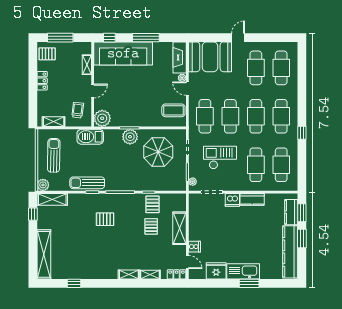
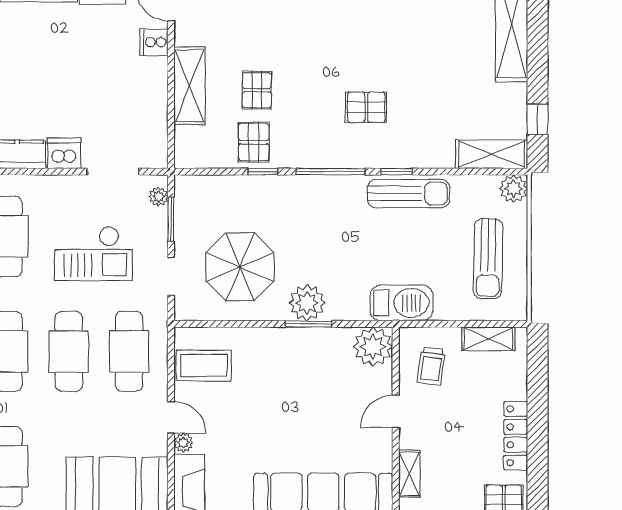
locker: (42, 81) -> (516, 436), width x1.53

